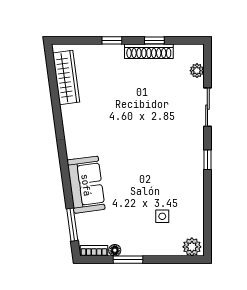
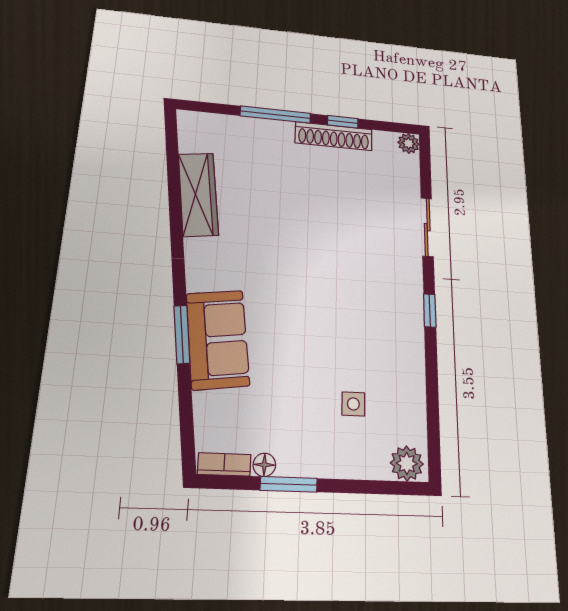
window: (112, 40) -> (275, 115), width x2.17
plant: (197, 71) -> (409, 143), moved
wardrobe: (66, 77) -> (198, 194), moved
window: (72, 225) -> (182, 334), moved

